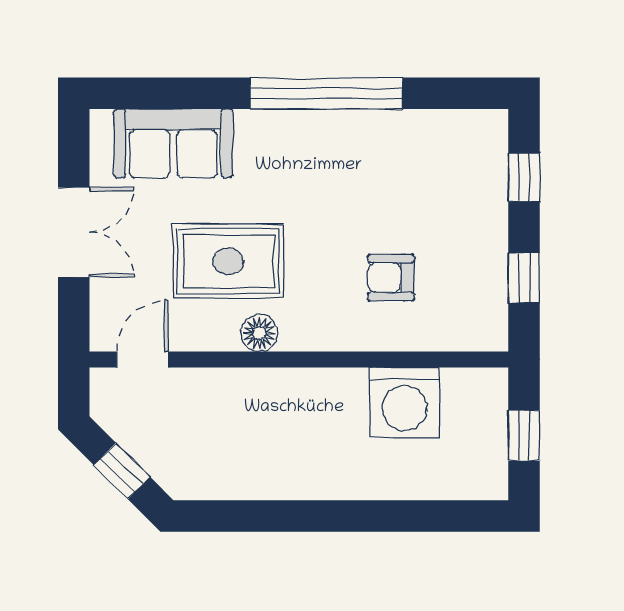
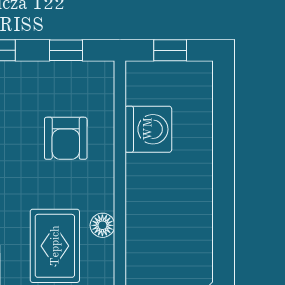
armchair: (391, 278) -> (66, 138), width x1.38, depth x1.38

